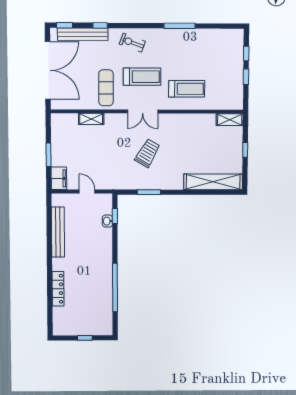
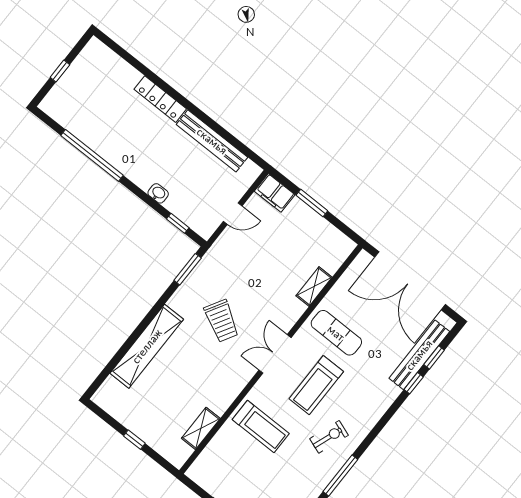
window: (64, 25) -> (434, 357), moved
exercise bike: (132, 43) -> (329, 437), moved
treadmill: (187, 89) -> (261, 427), turned -90
shelving: (230, 120) -> (201, 428), moved
shelving: (213, 182) -> (147, 346), moved
window: (149, 192) -> (188, 269), moved
washbasin: (107, 221) -> (158, 193), moved
locker: (58, 289) -> (160, 99), moved

